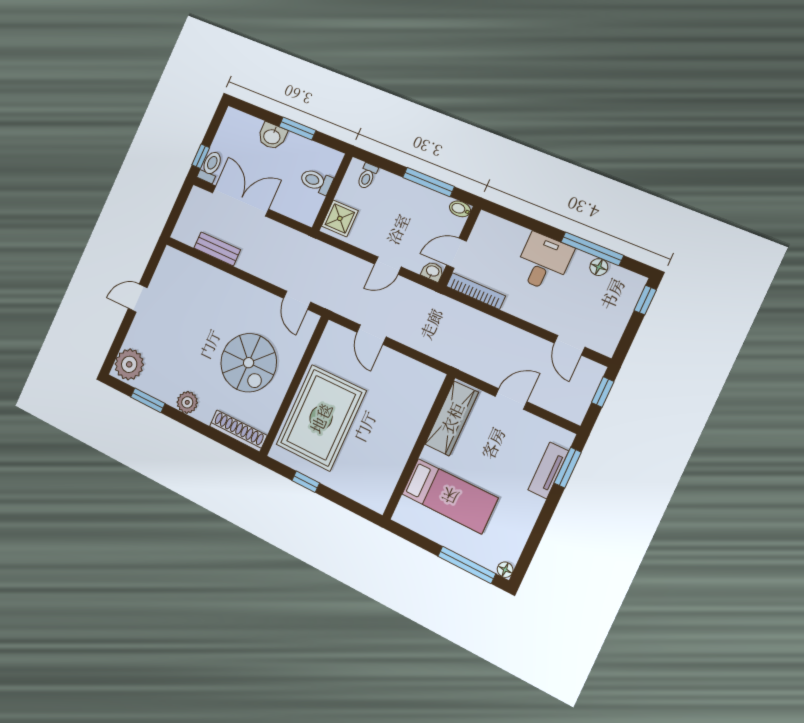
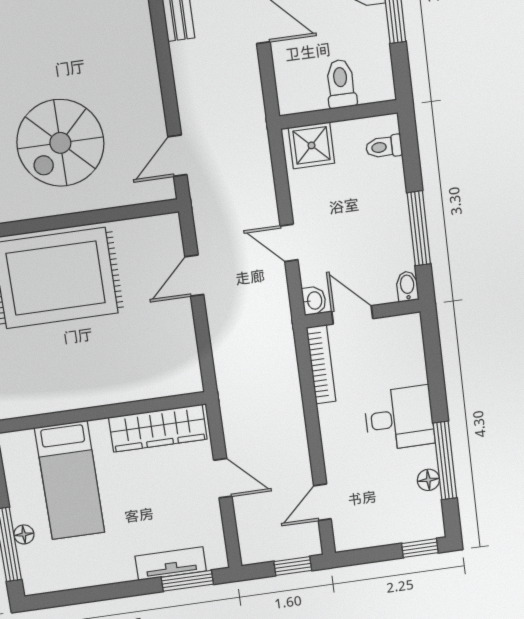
floor lamp: (505, 570) -> (24, 534), moved

